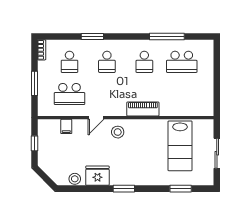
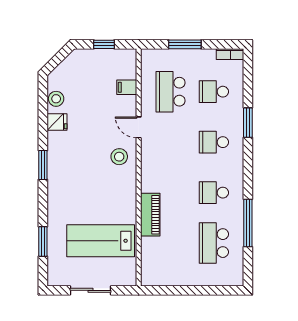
piano: (143, 109) -> (150, 215), moved
fridge: (97, 176) -> (57, 122), width x0.53, depth x0.75

